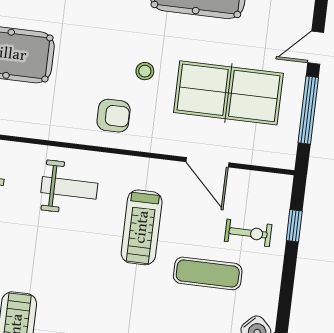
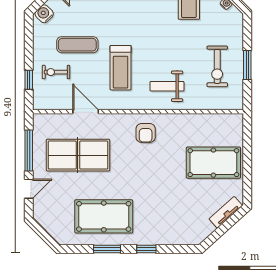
stool: (145, 71) -> (130, 162), removed
armchair: (114, 116) -> (146, 133), turned -90
treadmill: (142, 227) -> (121, 68), turned 180

